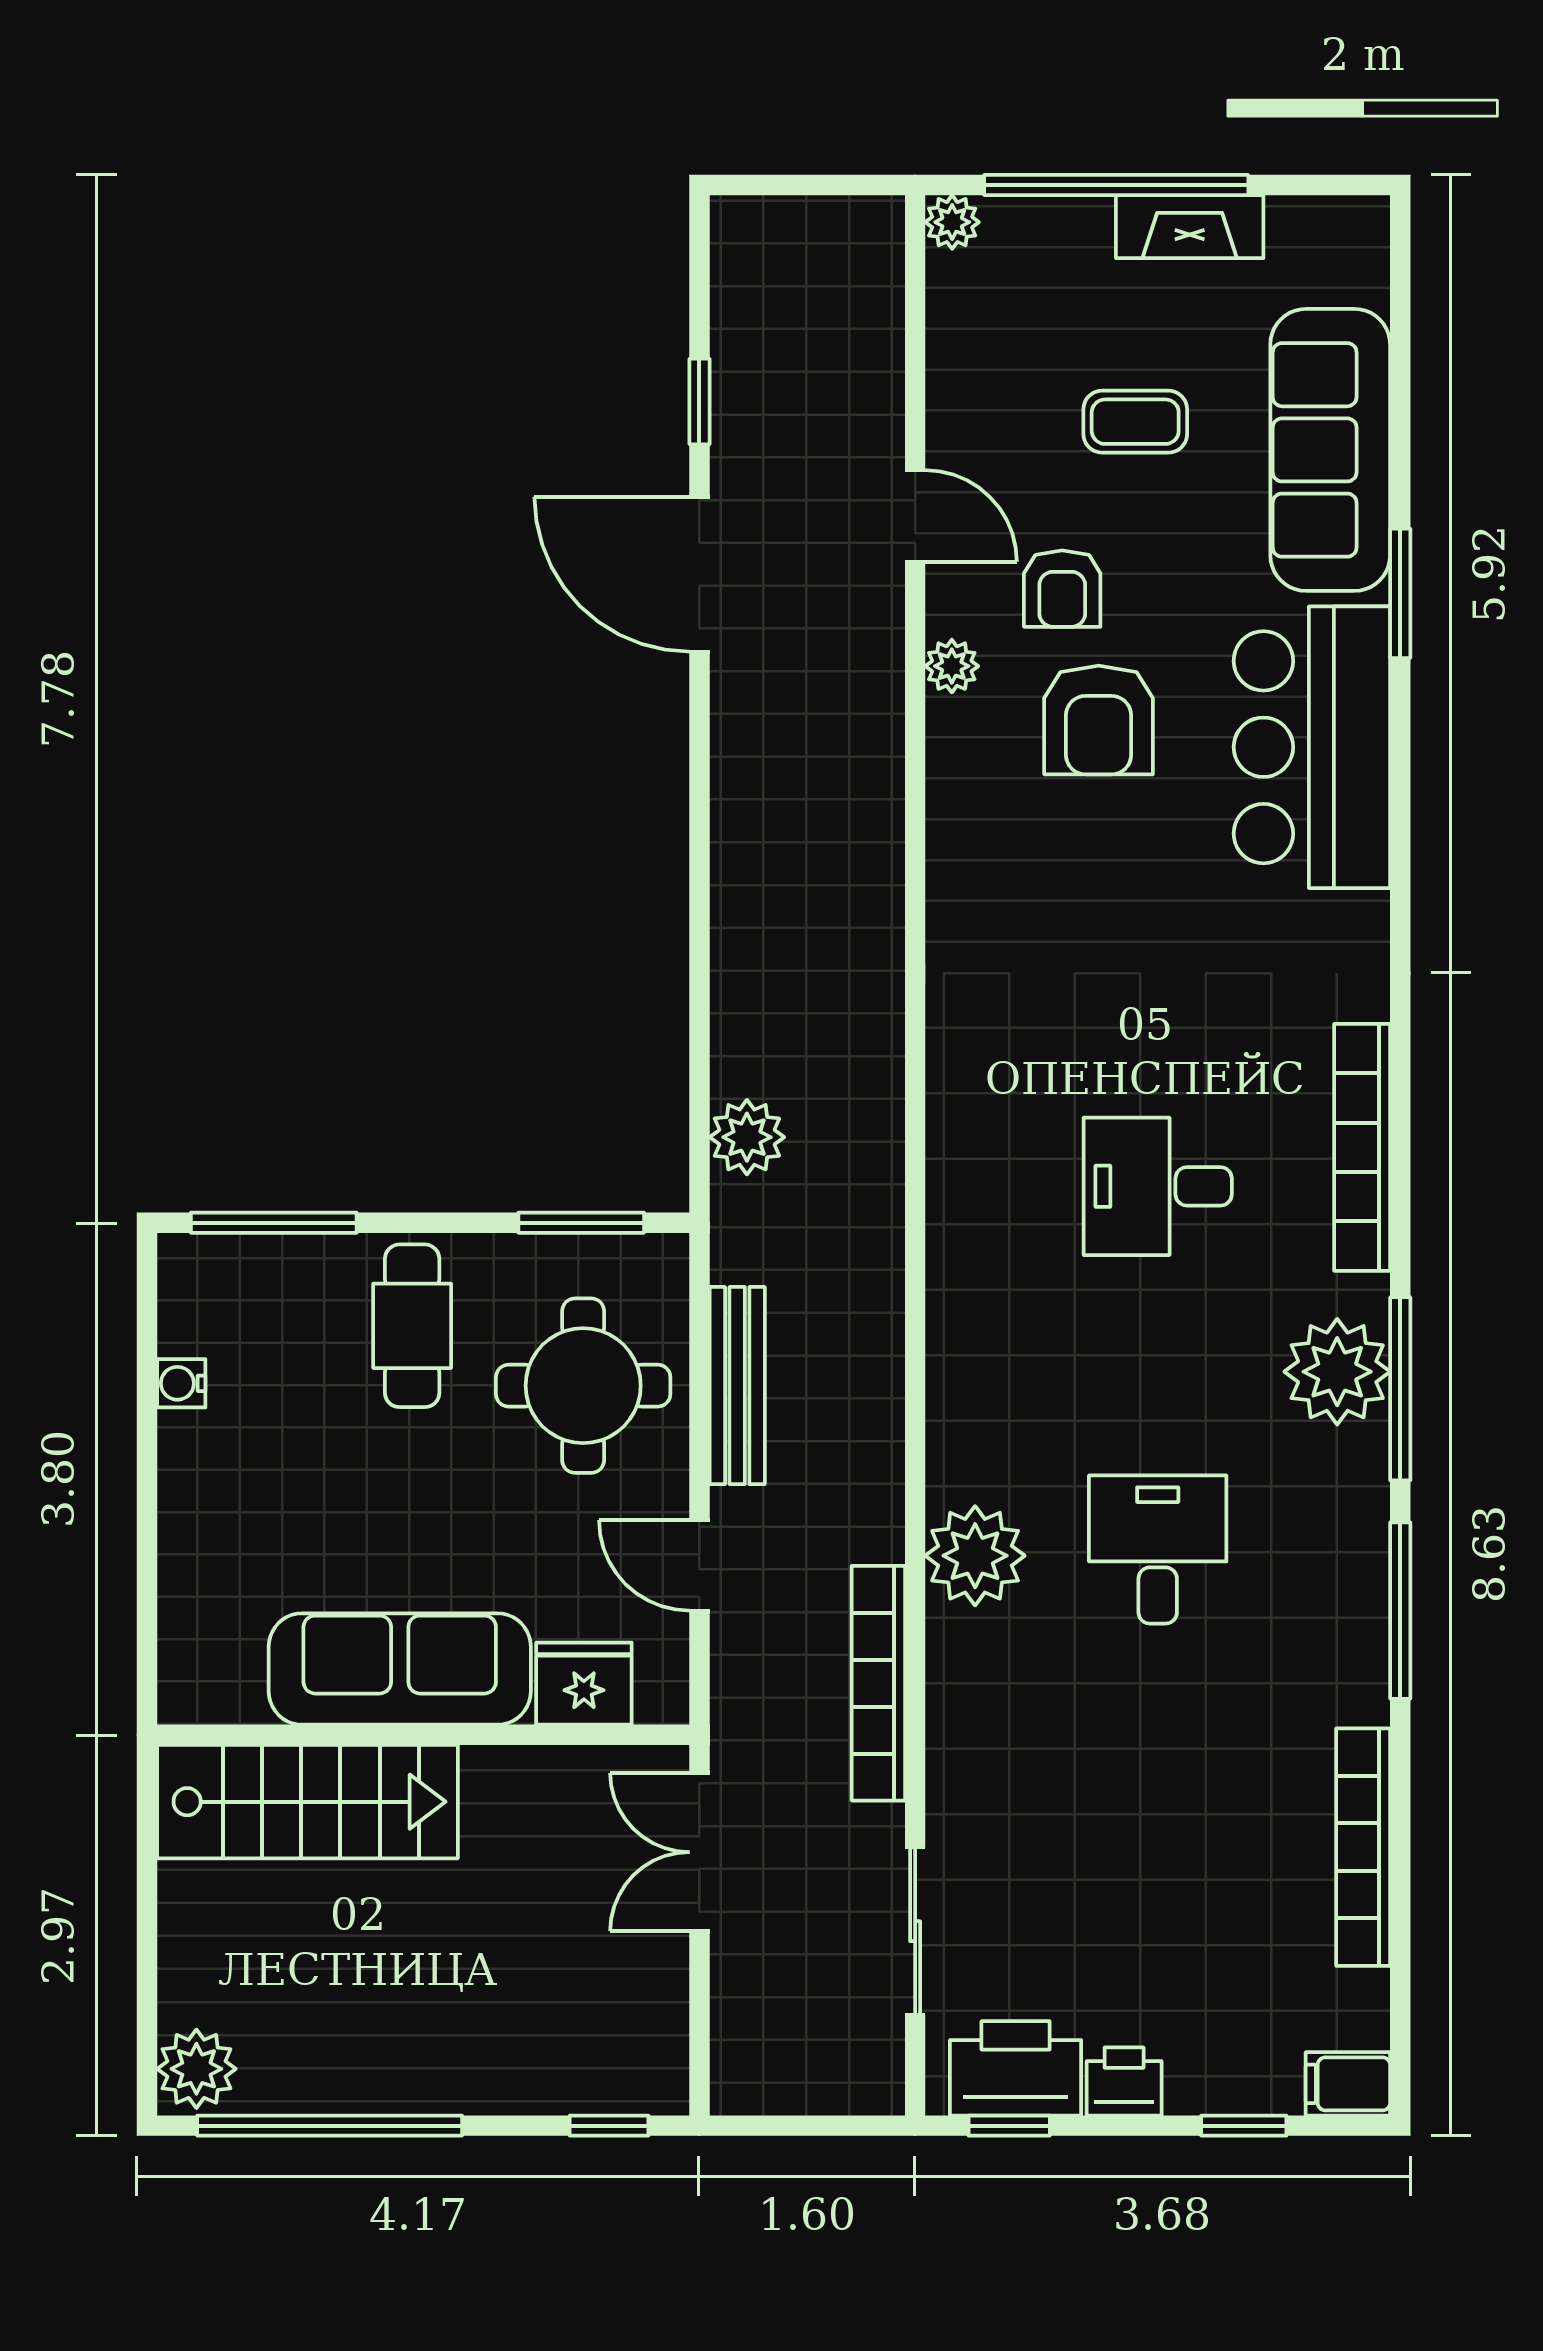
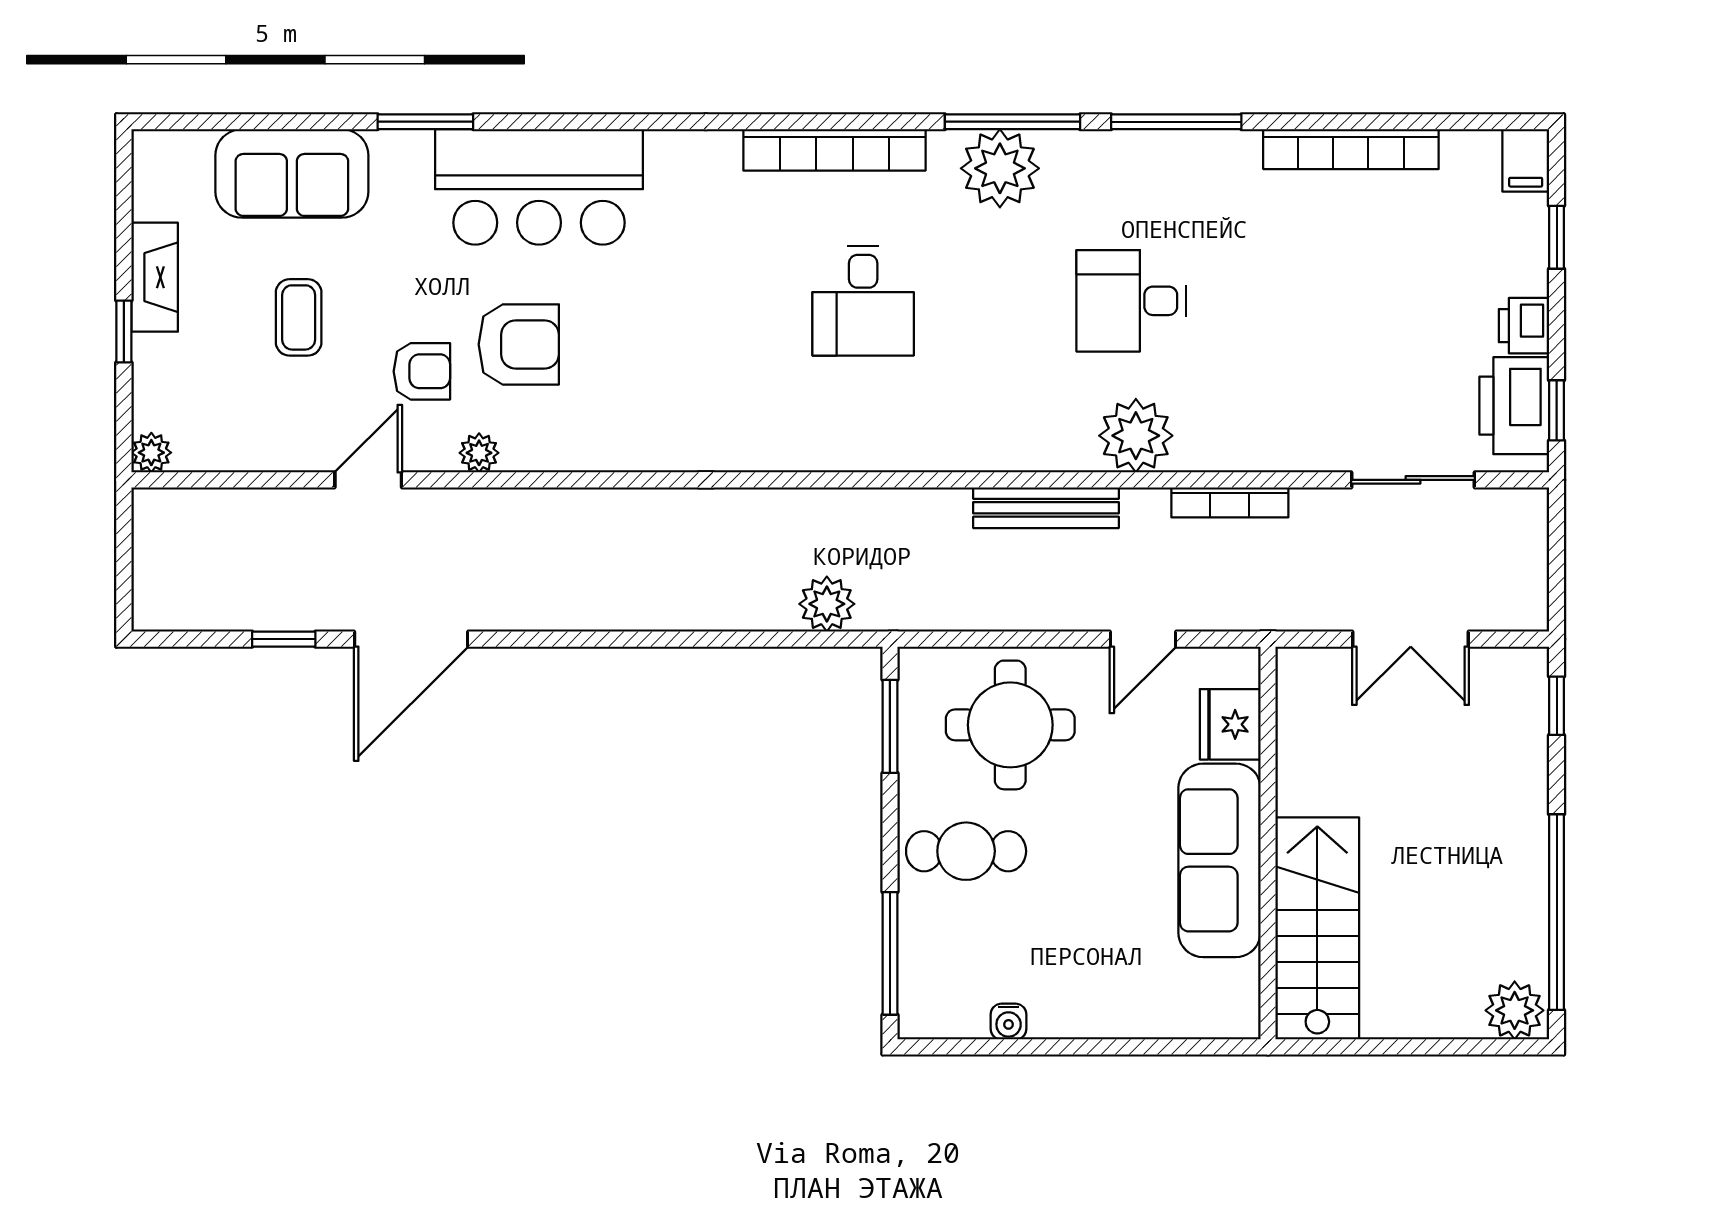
window: (1116, 185) -> (124, 331), width x0.32
sofa: (1330, 450) -> (292, 173), width x0.73
bench: (737, 1386) -> (1046, 508), moved
bookcase: (878, 1683) -> (1230, 502), width x0.68, depth x0.76
double door: (699, 1852) -> (1411, 639), moved

